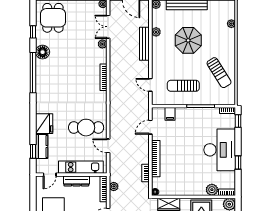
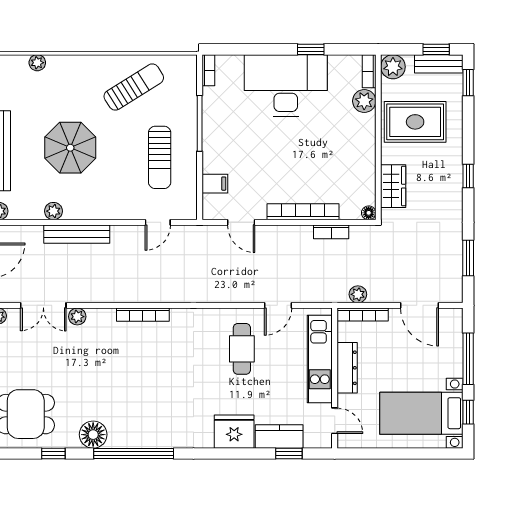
window: (238, 121) -> (229, 49), removed
cafe table: (86, 128) -> (242, 349), width x0.73, depth x0.74

